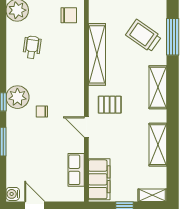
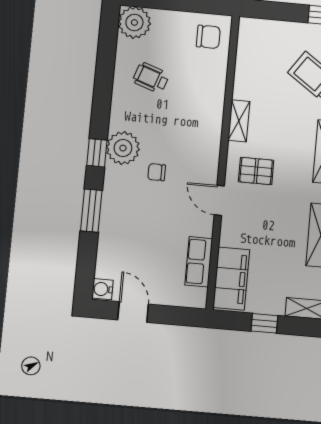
wheelchair: (32, 47) -> (151, 78), turned -79
shelving: (97, 54) -> (239, 121), width x0.45, depth x0.75

